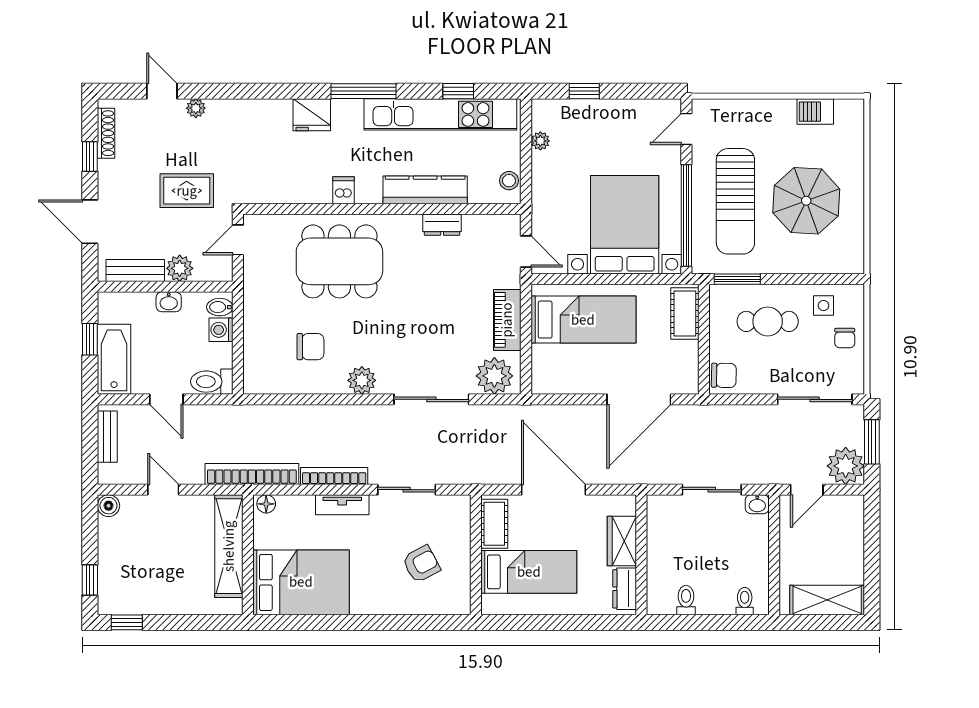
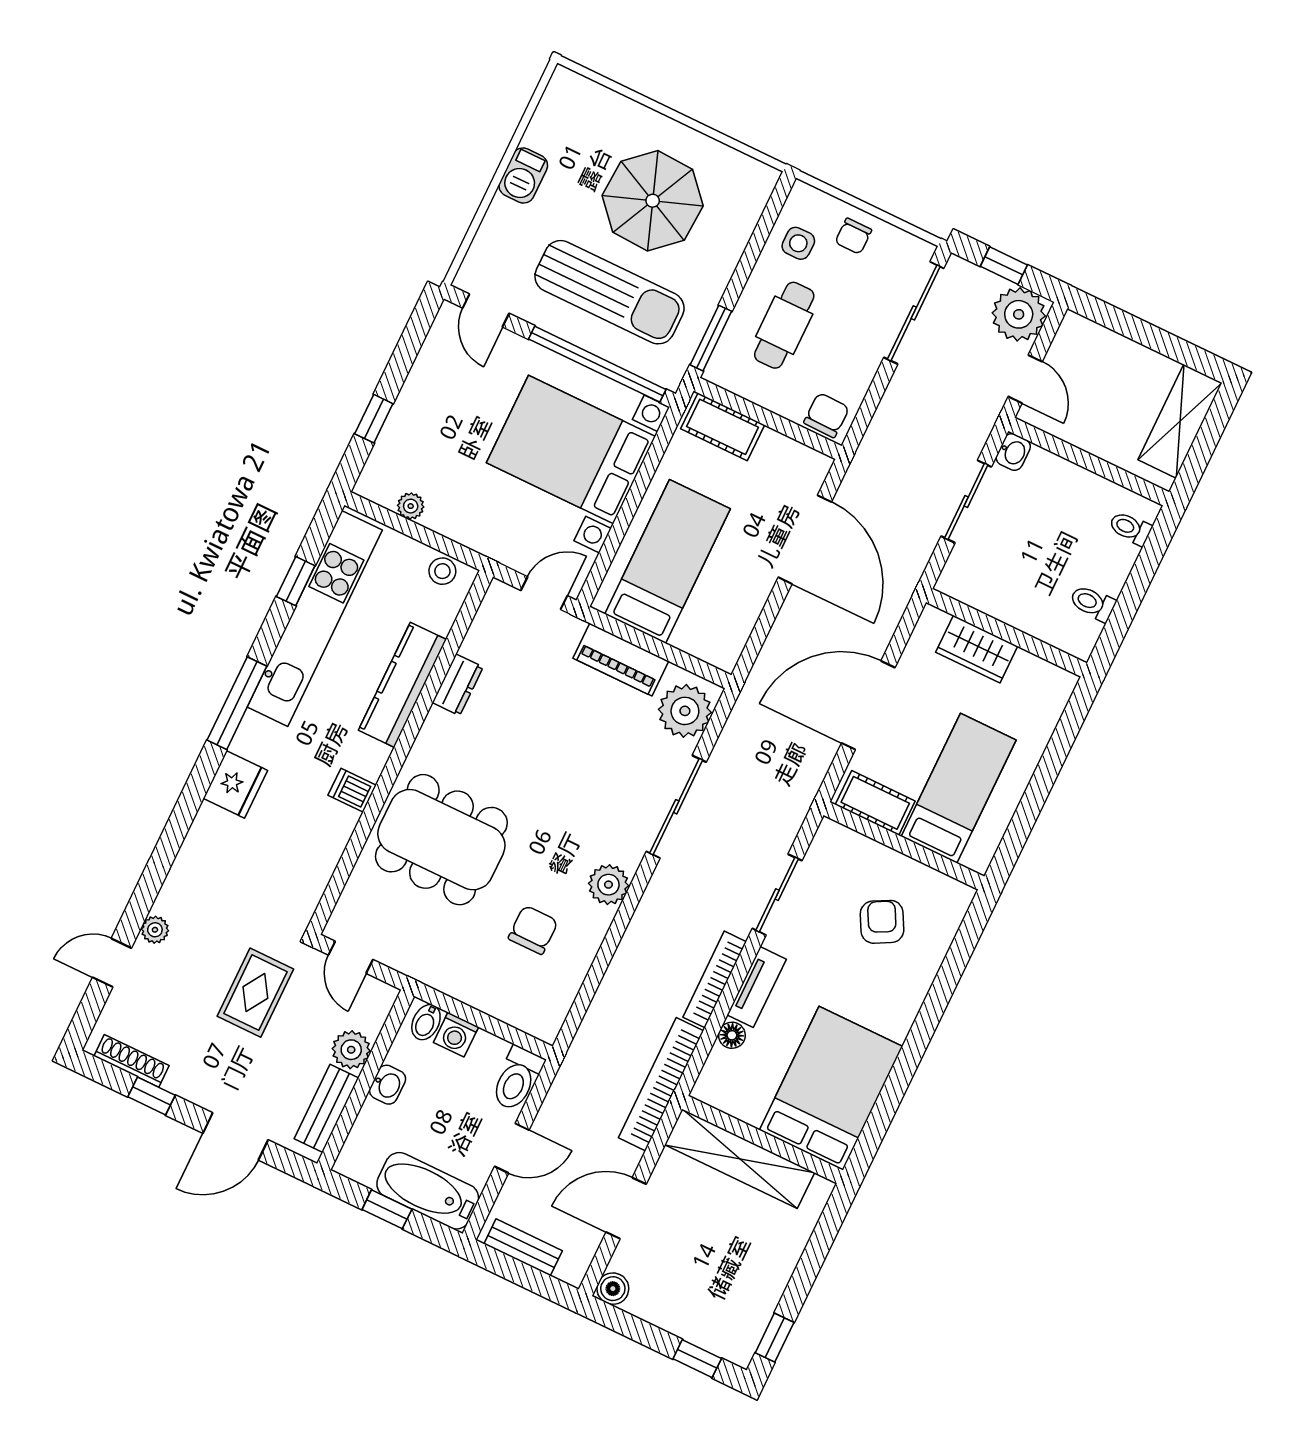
barbecue: (815, 112) -> (523, 176), moved
dining table: (339, 261) -> (441, 840), turned 90
chair: (845, 338) -> (853, 236), turned 90
window: (872, 442) -> (1004, 266), width x0.67
door: (163, 490) -> (626, 1208), width x1.38
floor lamp: (266, 504) -> (732, 1035), moved
dresser: (625, 589) -> (1040, 675), removed

